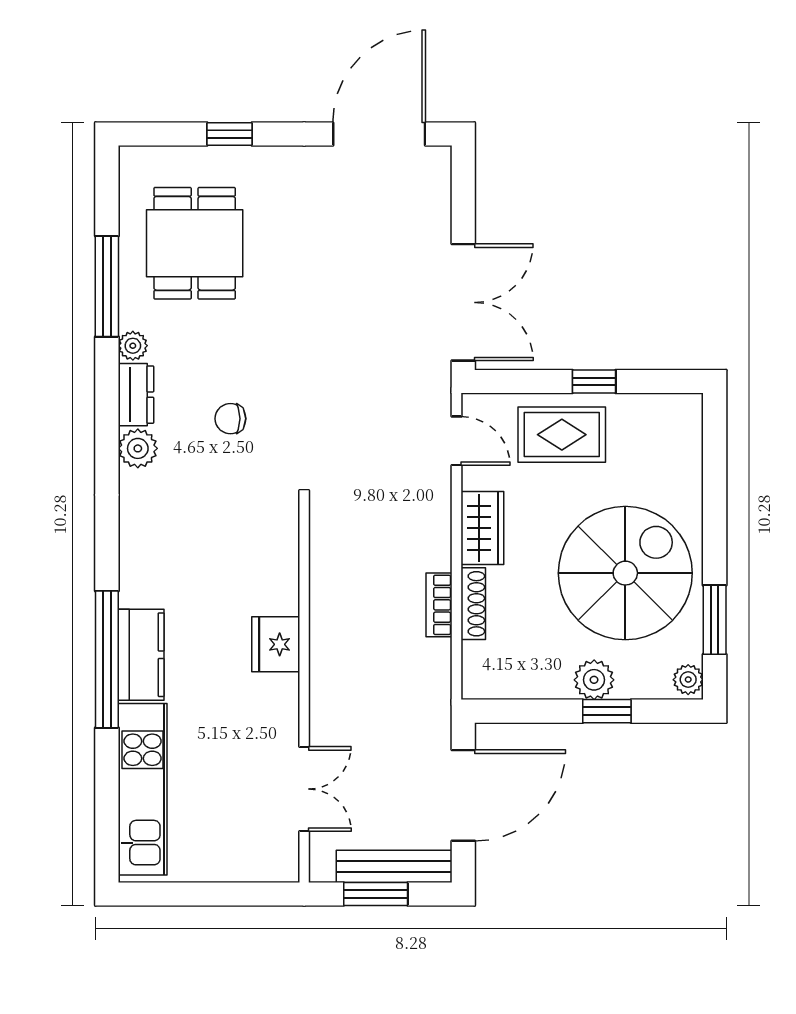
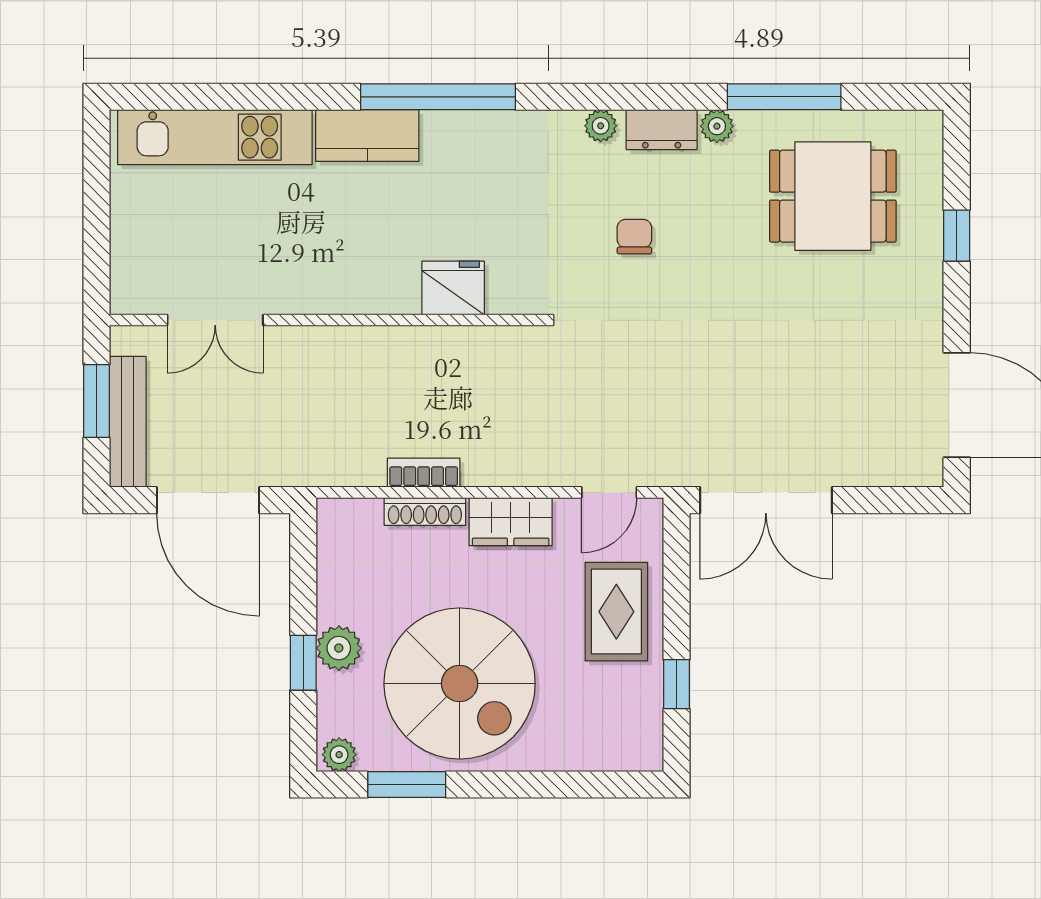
window: (594, 381) -> (676, 684), moved
plant: (138, 448) -> (601, 126), width x0.73, depth x0.73
fridge: (276, 644) -> (453, 288), moved
window: (107, 659) -> (438, 97), moved

